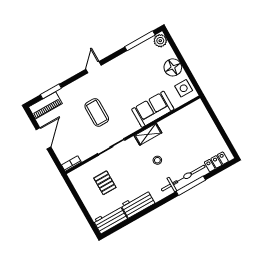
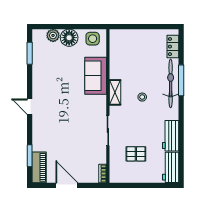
window: (140, 41) -> (30, 53), width x0.69
plant: (160, 41) -> (53, 35), moved
coffee table: (97, 112) -> (71, 126), removed

